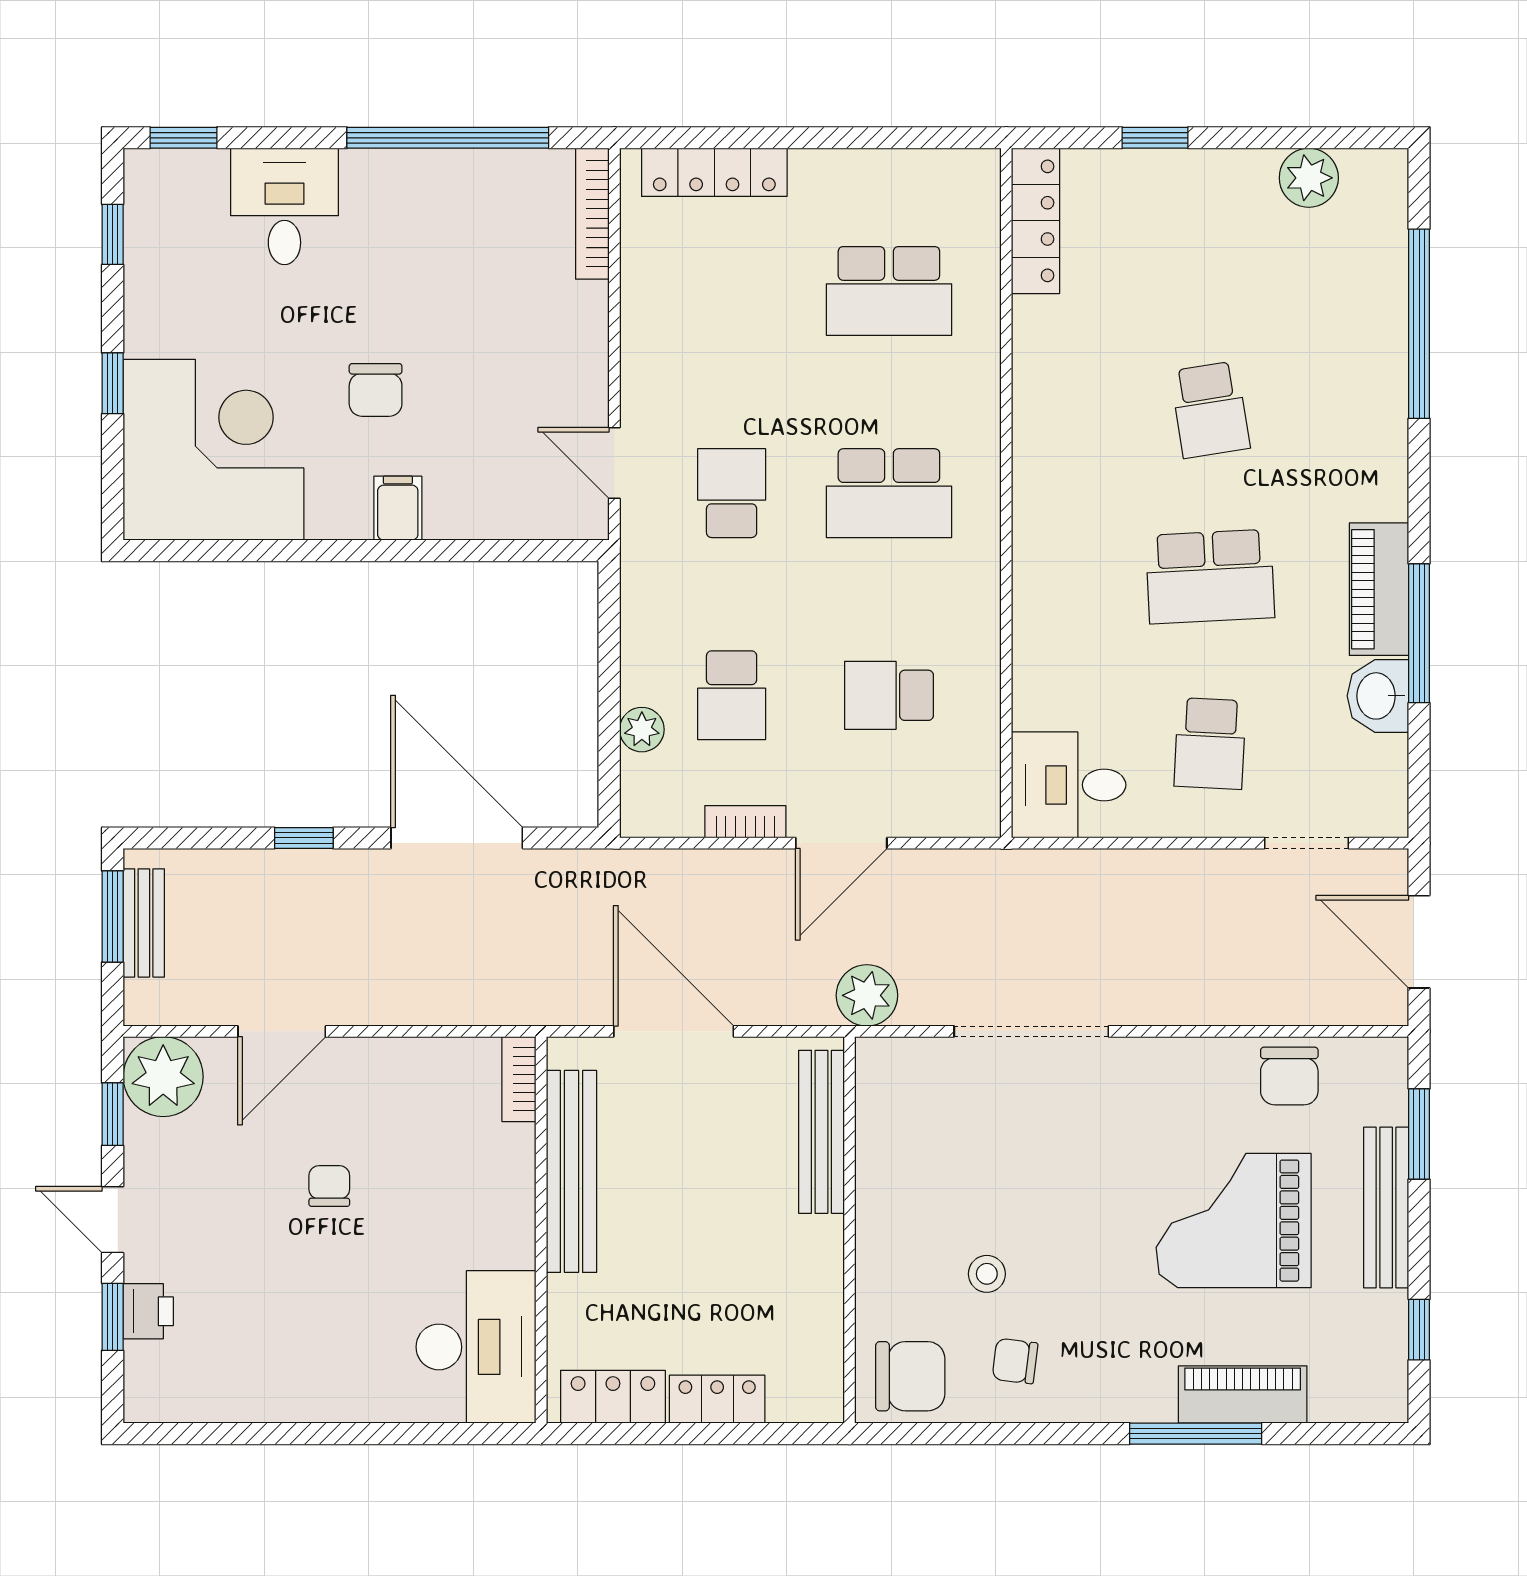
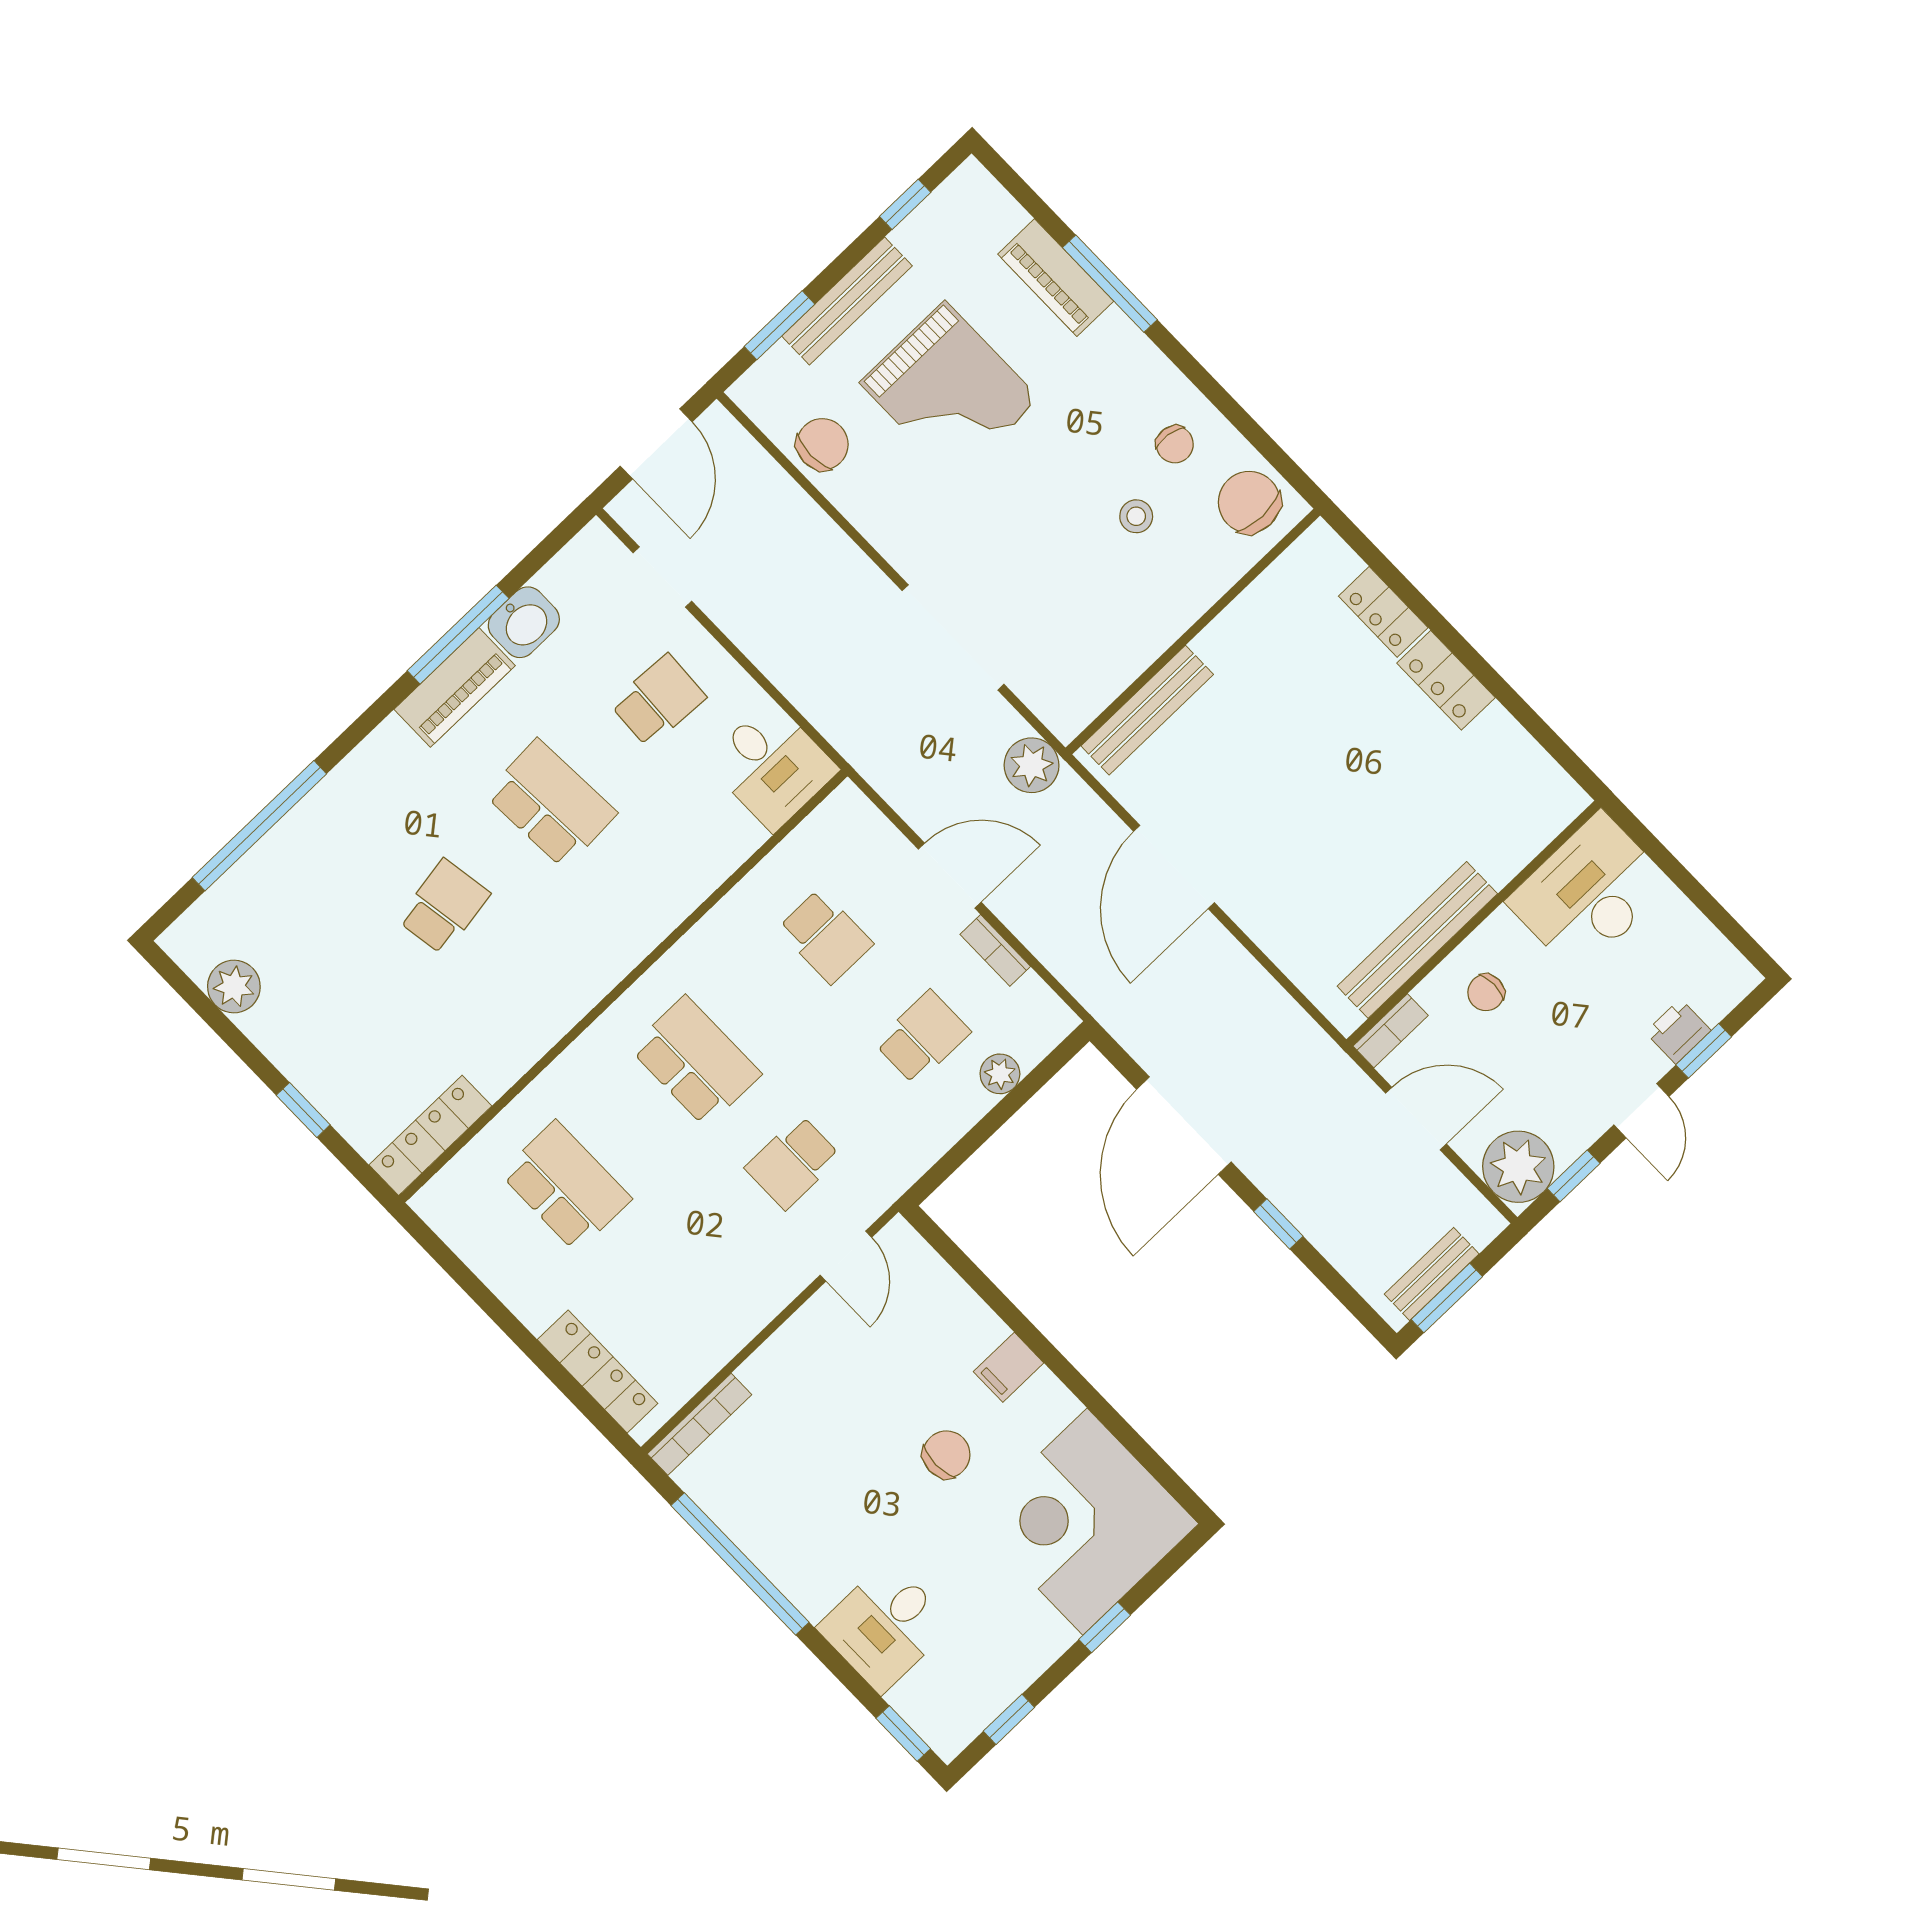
bookcase: (519, 1079) -> (1391, 1031), moved
bench: (572, 1171) -> (1417, 940), moved
wall: (541, 1230) -> (1474, 923), moved
desk: (476, 1347) -> (1589, 893), moved

